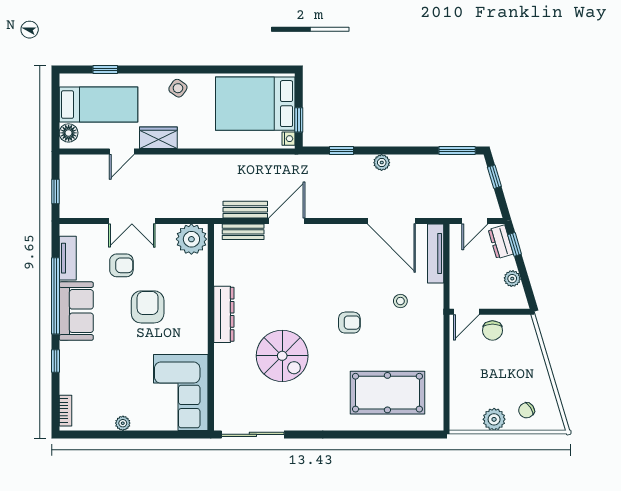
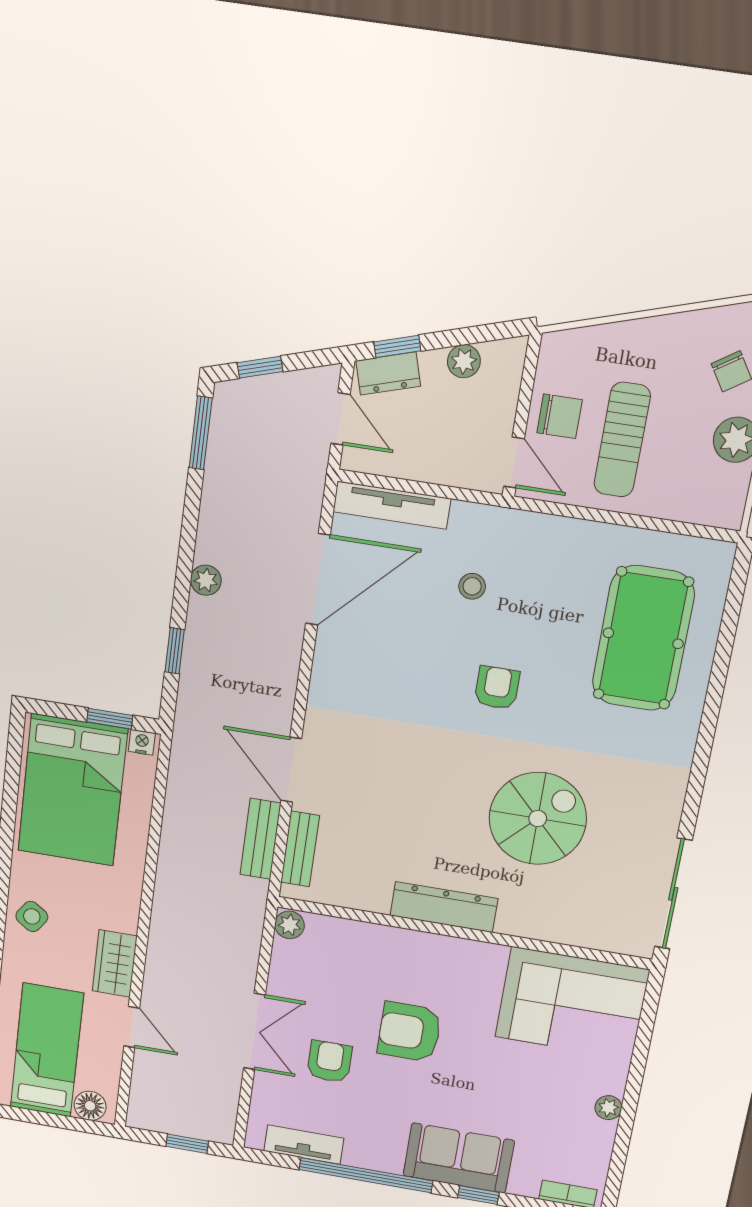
plant: (191, 239) -> (290, 925), width x0.53, depth x0.53
sofa: (76, 311) -> (459, 1158), moved
sun lounger: (486, 363) -> (622, 440), added

